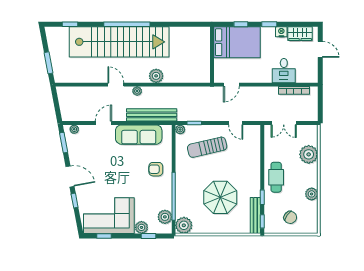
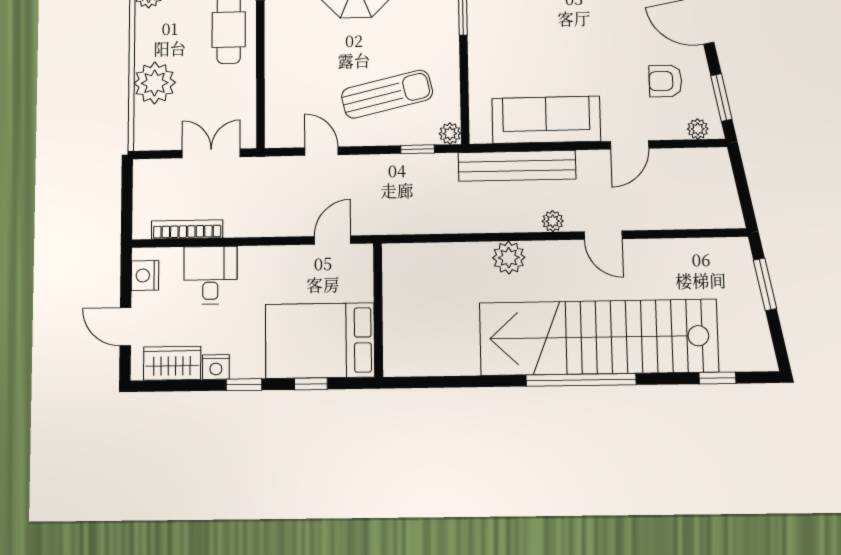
nightstand: (312, 71) -> (145, 275), added
armchair: (156, 169) -> (665, 81), moved, turned 180

